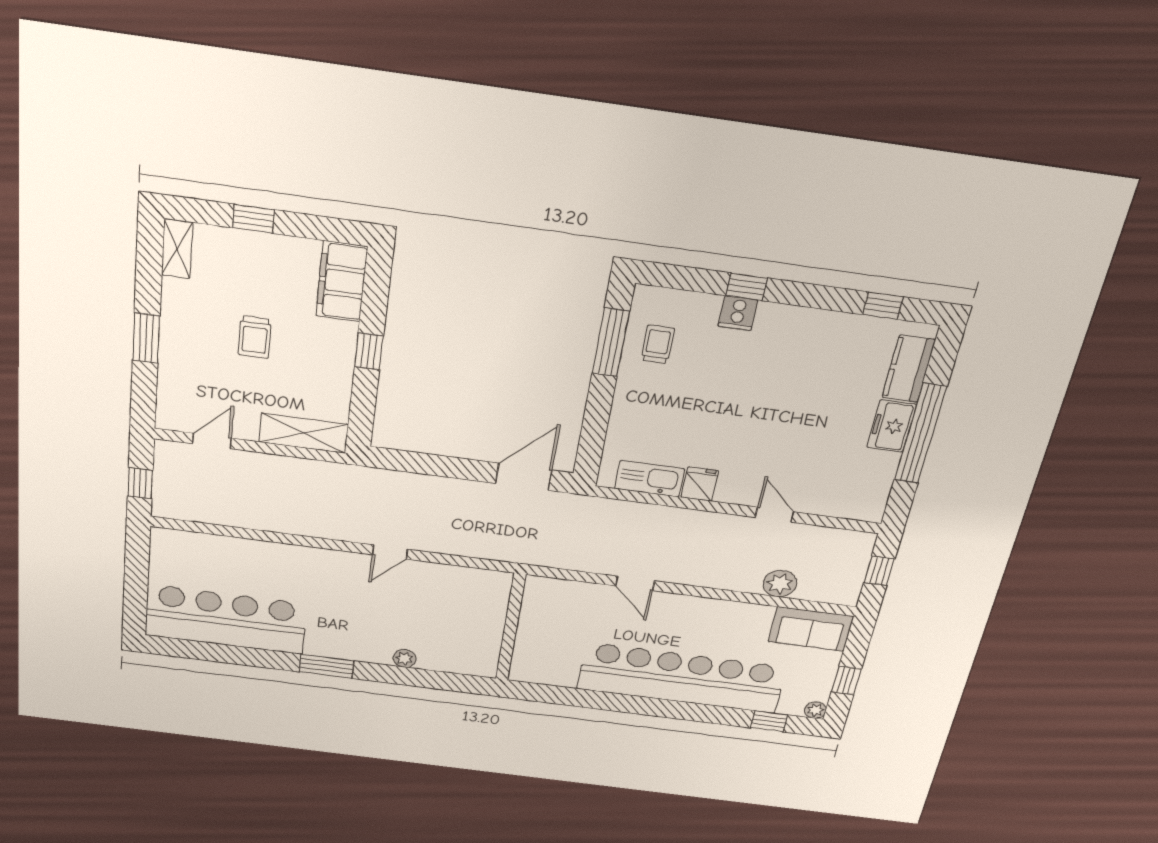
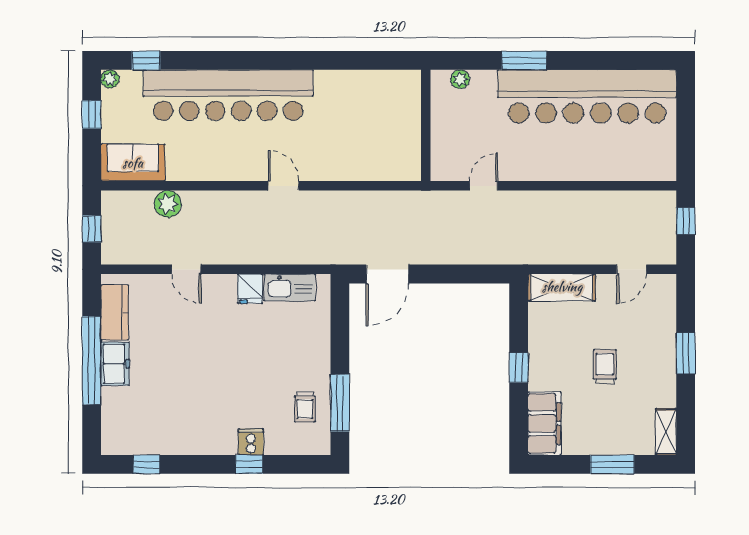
window: (253, 219) -> (612, 464), width x1.50
kitchen counter: (909, 369) -> (115, 312), moved
bar counter: (226, 620) -> (587, 96), width x1.36
wall: (511, 627) -> (426, 125), moved

